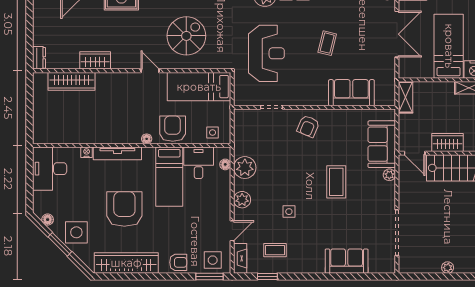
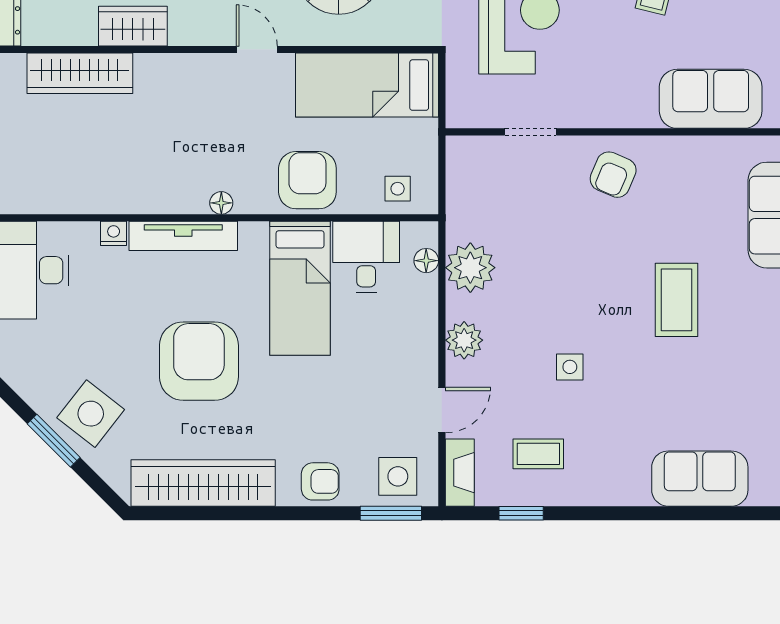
floor lamp: (147, 139) -> (221, 203), moved
floor lamp: (48, 220) -> (26, 385), removed
side table: (76, 232) -> (91, 414), turned 38

